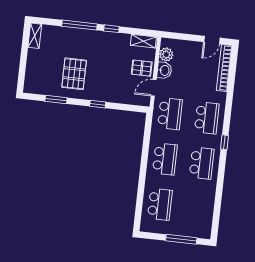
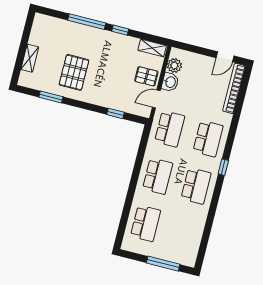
shelving: (35, 36) -> (30, 58), moved
window: (98, 104) -> (116, 113), moved

